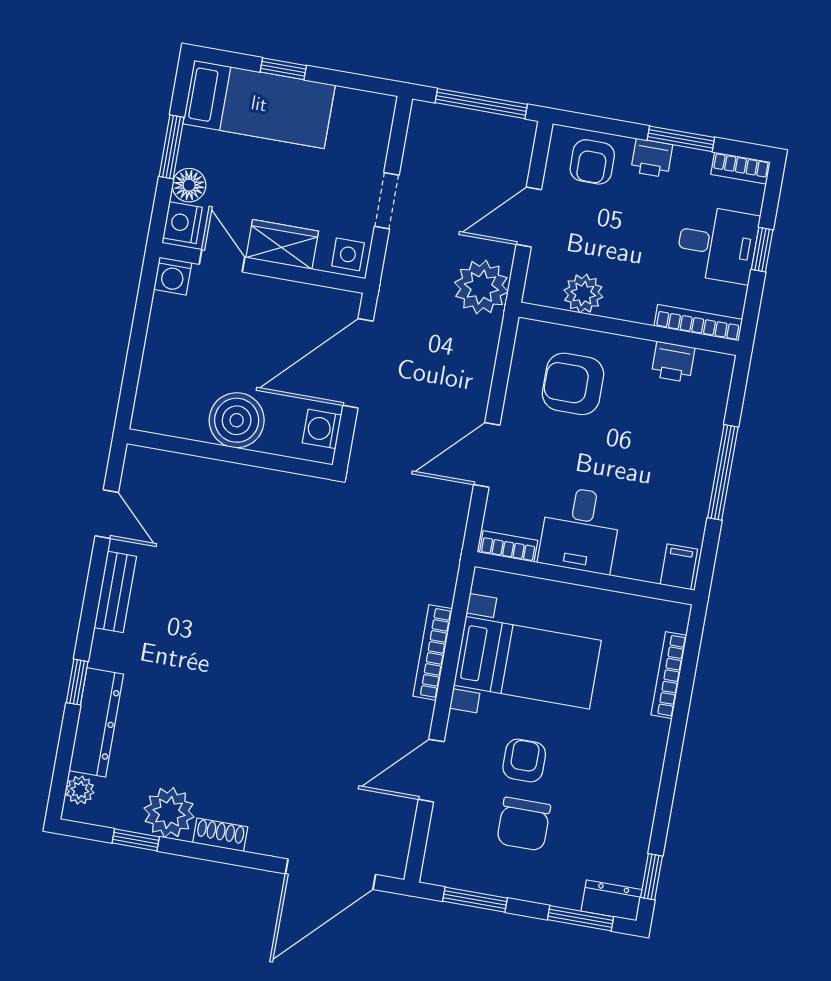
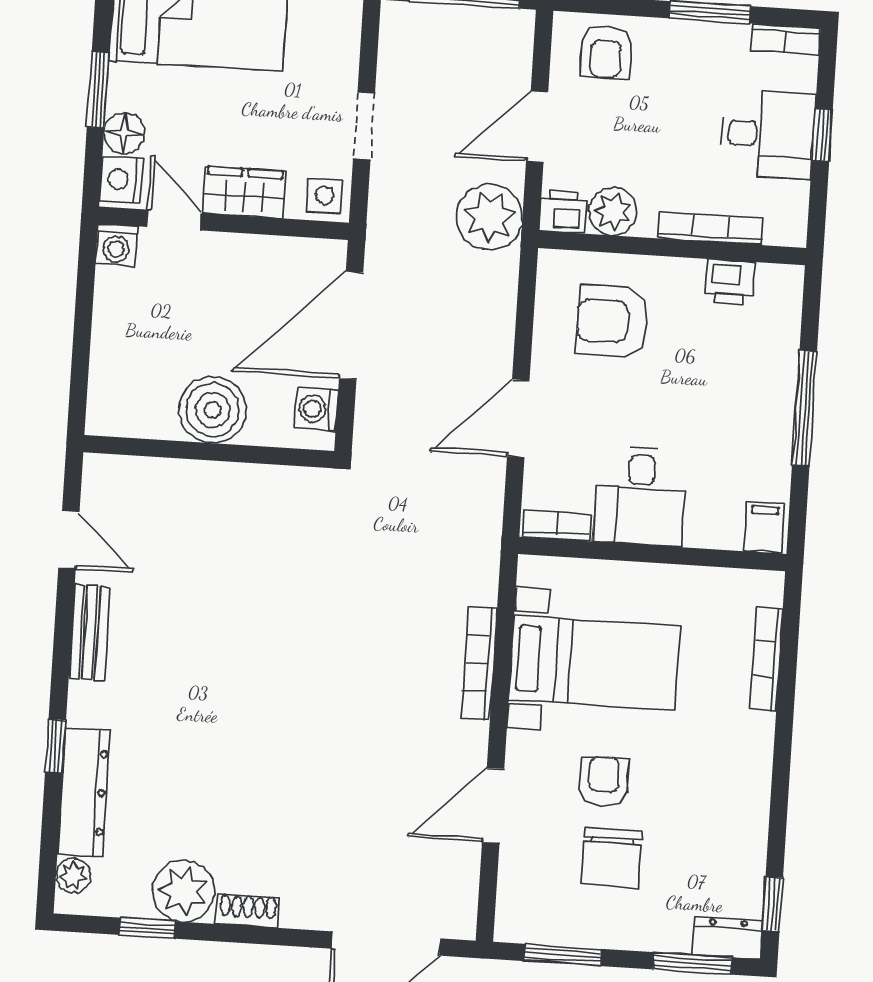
printer: (652, 158) -> (563, 212), moved, turned 180
bookcase: (698, 323) -> (710, 228), moved

